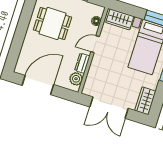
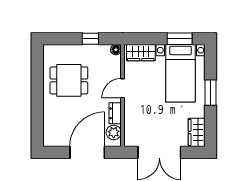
floor lamp: (96, 21) -> (116, 50), moved
door: (38, 85) -> (87, 152), moved

